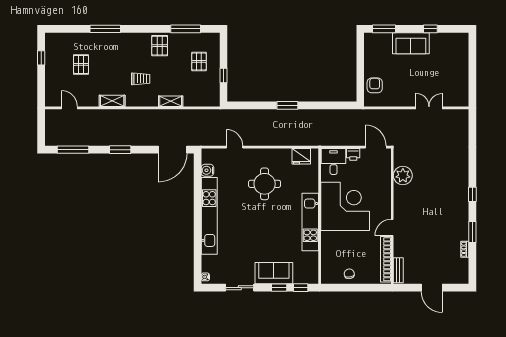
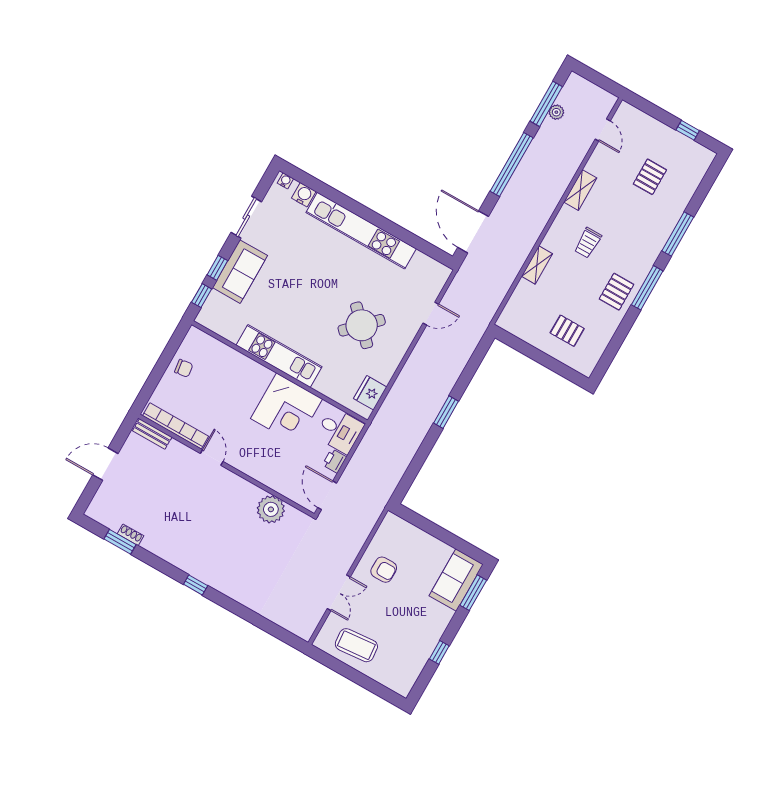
window: (186, 29) -> (647, 288), moved
sofa: (411, 43) -> (456, 580), moved
pallet: (160, 46) -> (616, 292), turned 90
pallet: (81, 64) -> (650, 177), turned 90
window: (223, 76) -> (531, 352), removed
coffee table: (454, 80) -> (356, 645), added
armchair: (375, 85) -> (384, 570), moved
door: (69, 108) -> (603, 130), hinge flipped
plant: (74, 141) -> (556, 112), added
door: (376, 147) -> (327, 495), swing flipped
window: (120, 150) -> (512, 165), width x2.11
water cooler: (207, 170) -> (304, 195), moved
round table: (265, 184) -> (362, 325), turned 45
corner desk: (345, 206) -> (287, 409), width x0.74, depth x0.74
window: (472, 232) -> (120, 542), moved

